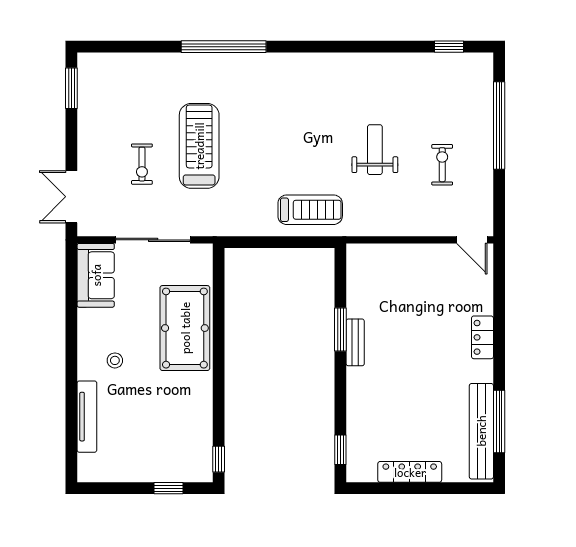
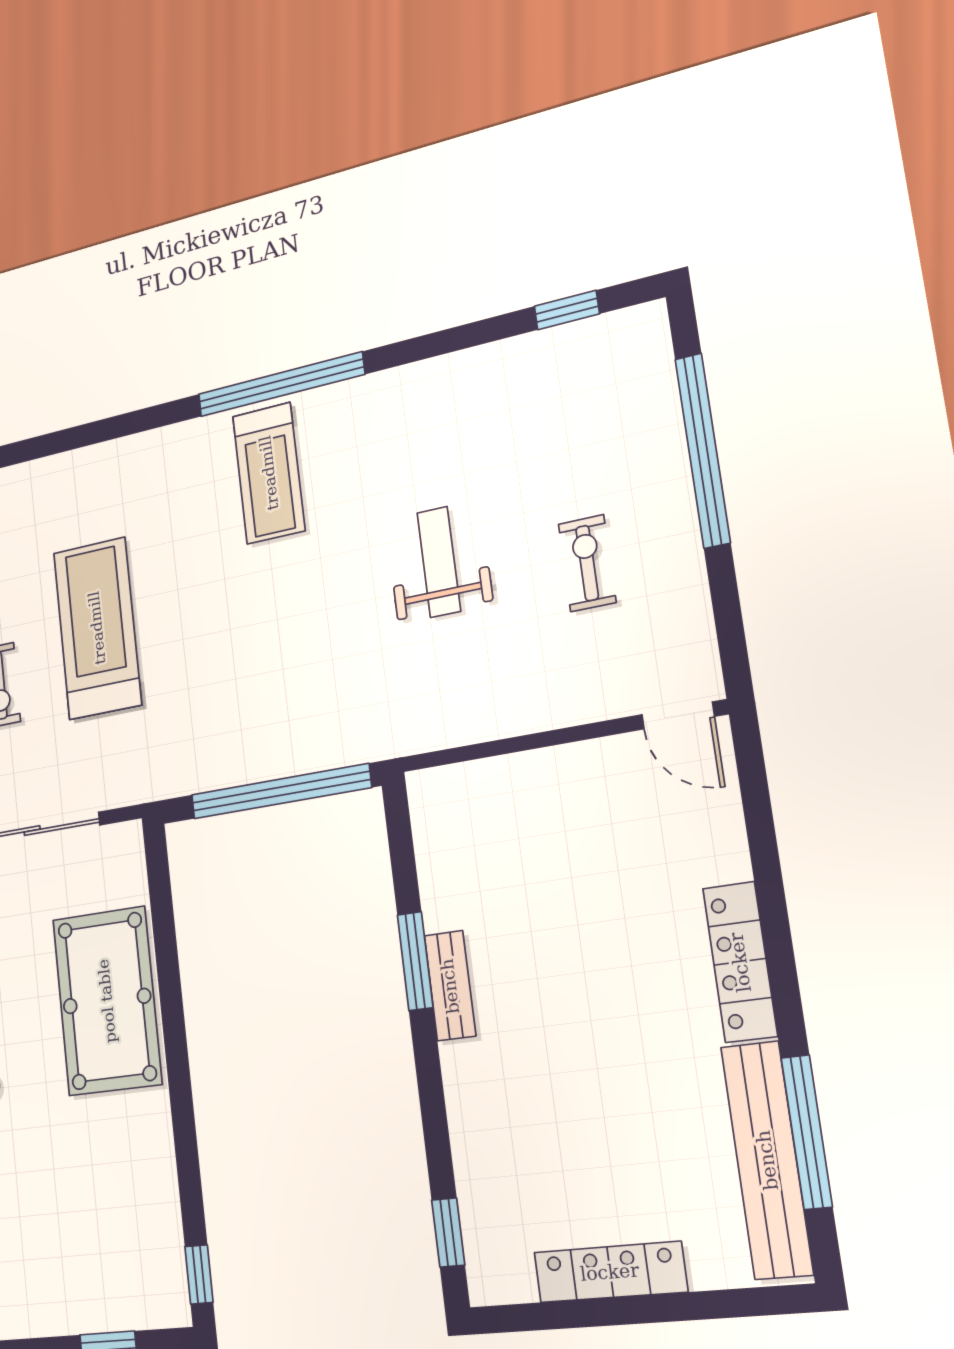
window: (224, 47) -> (281, 384), moved
treadmill: (310, 210) -> (269, 473), moved, turned 90
window: (285, 242) -> (280, 791), added
locker: (482, 337) -> (740, 962), width x1.53

